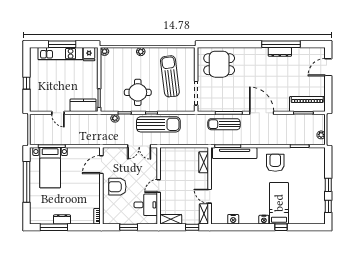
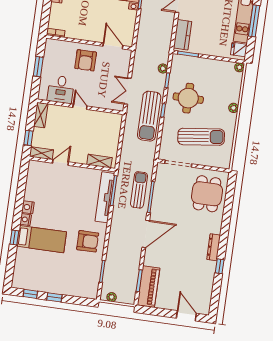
window: (281, 44) -> (220, 266), width x0.32
dresser: (280, 52) -> (214, 247), moved
armchair: (117, 187) -> (86, 60), turned 180
nightstand: (233, 219) -> (28, 207), moved

